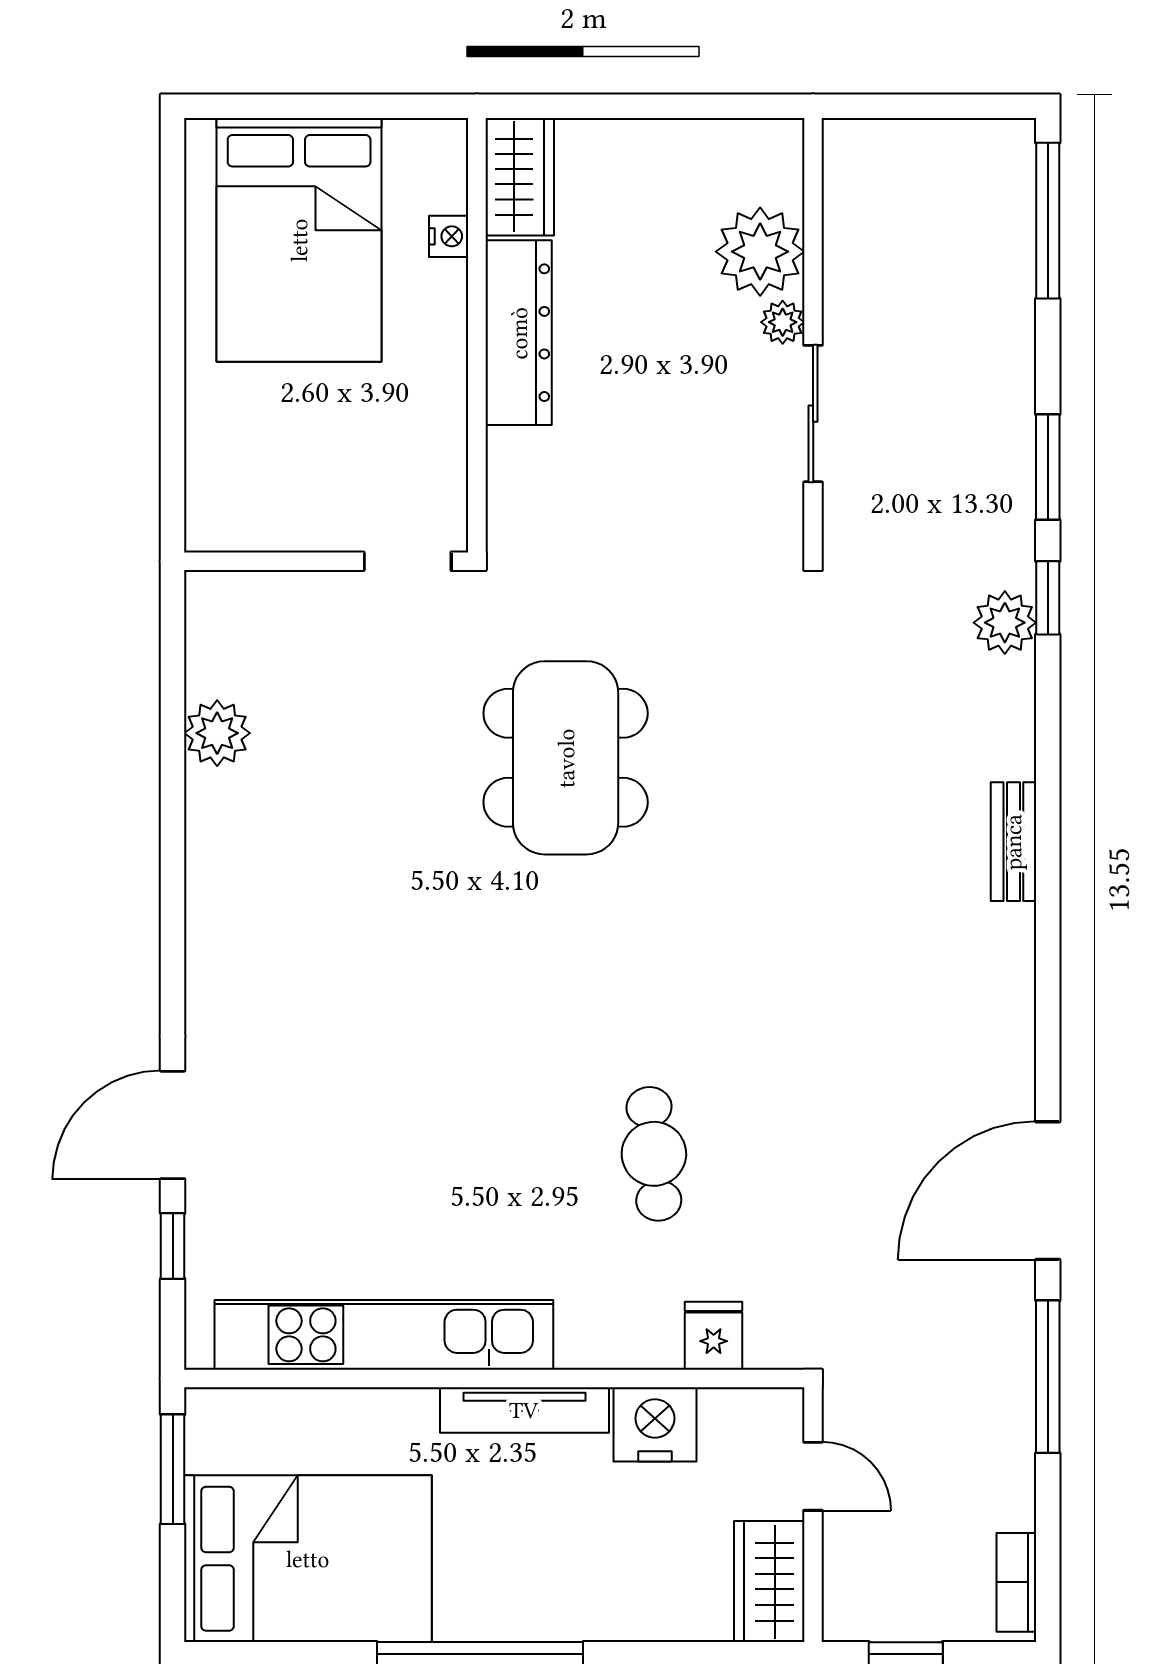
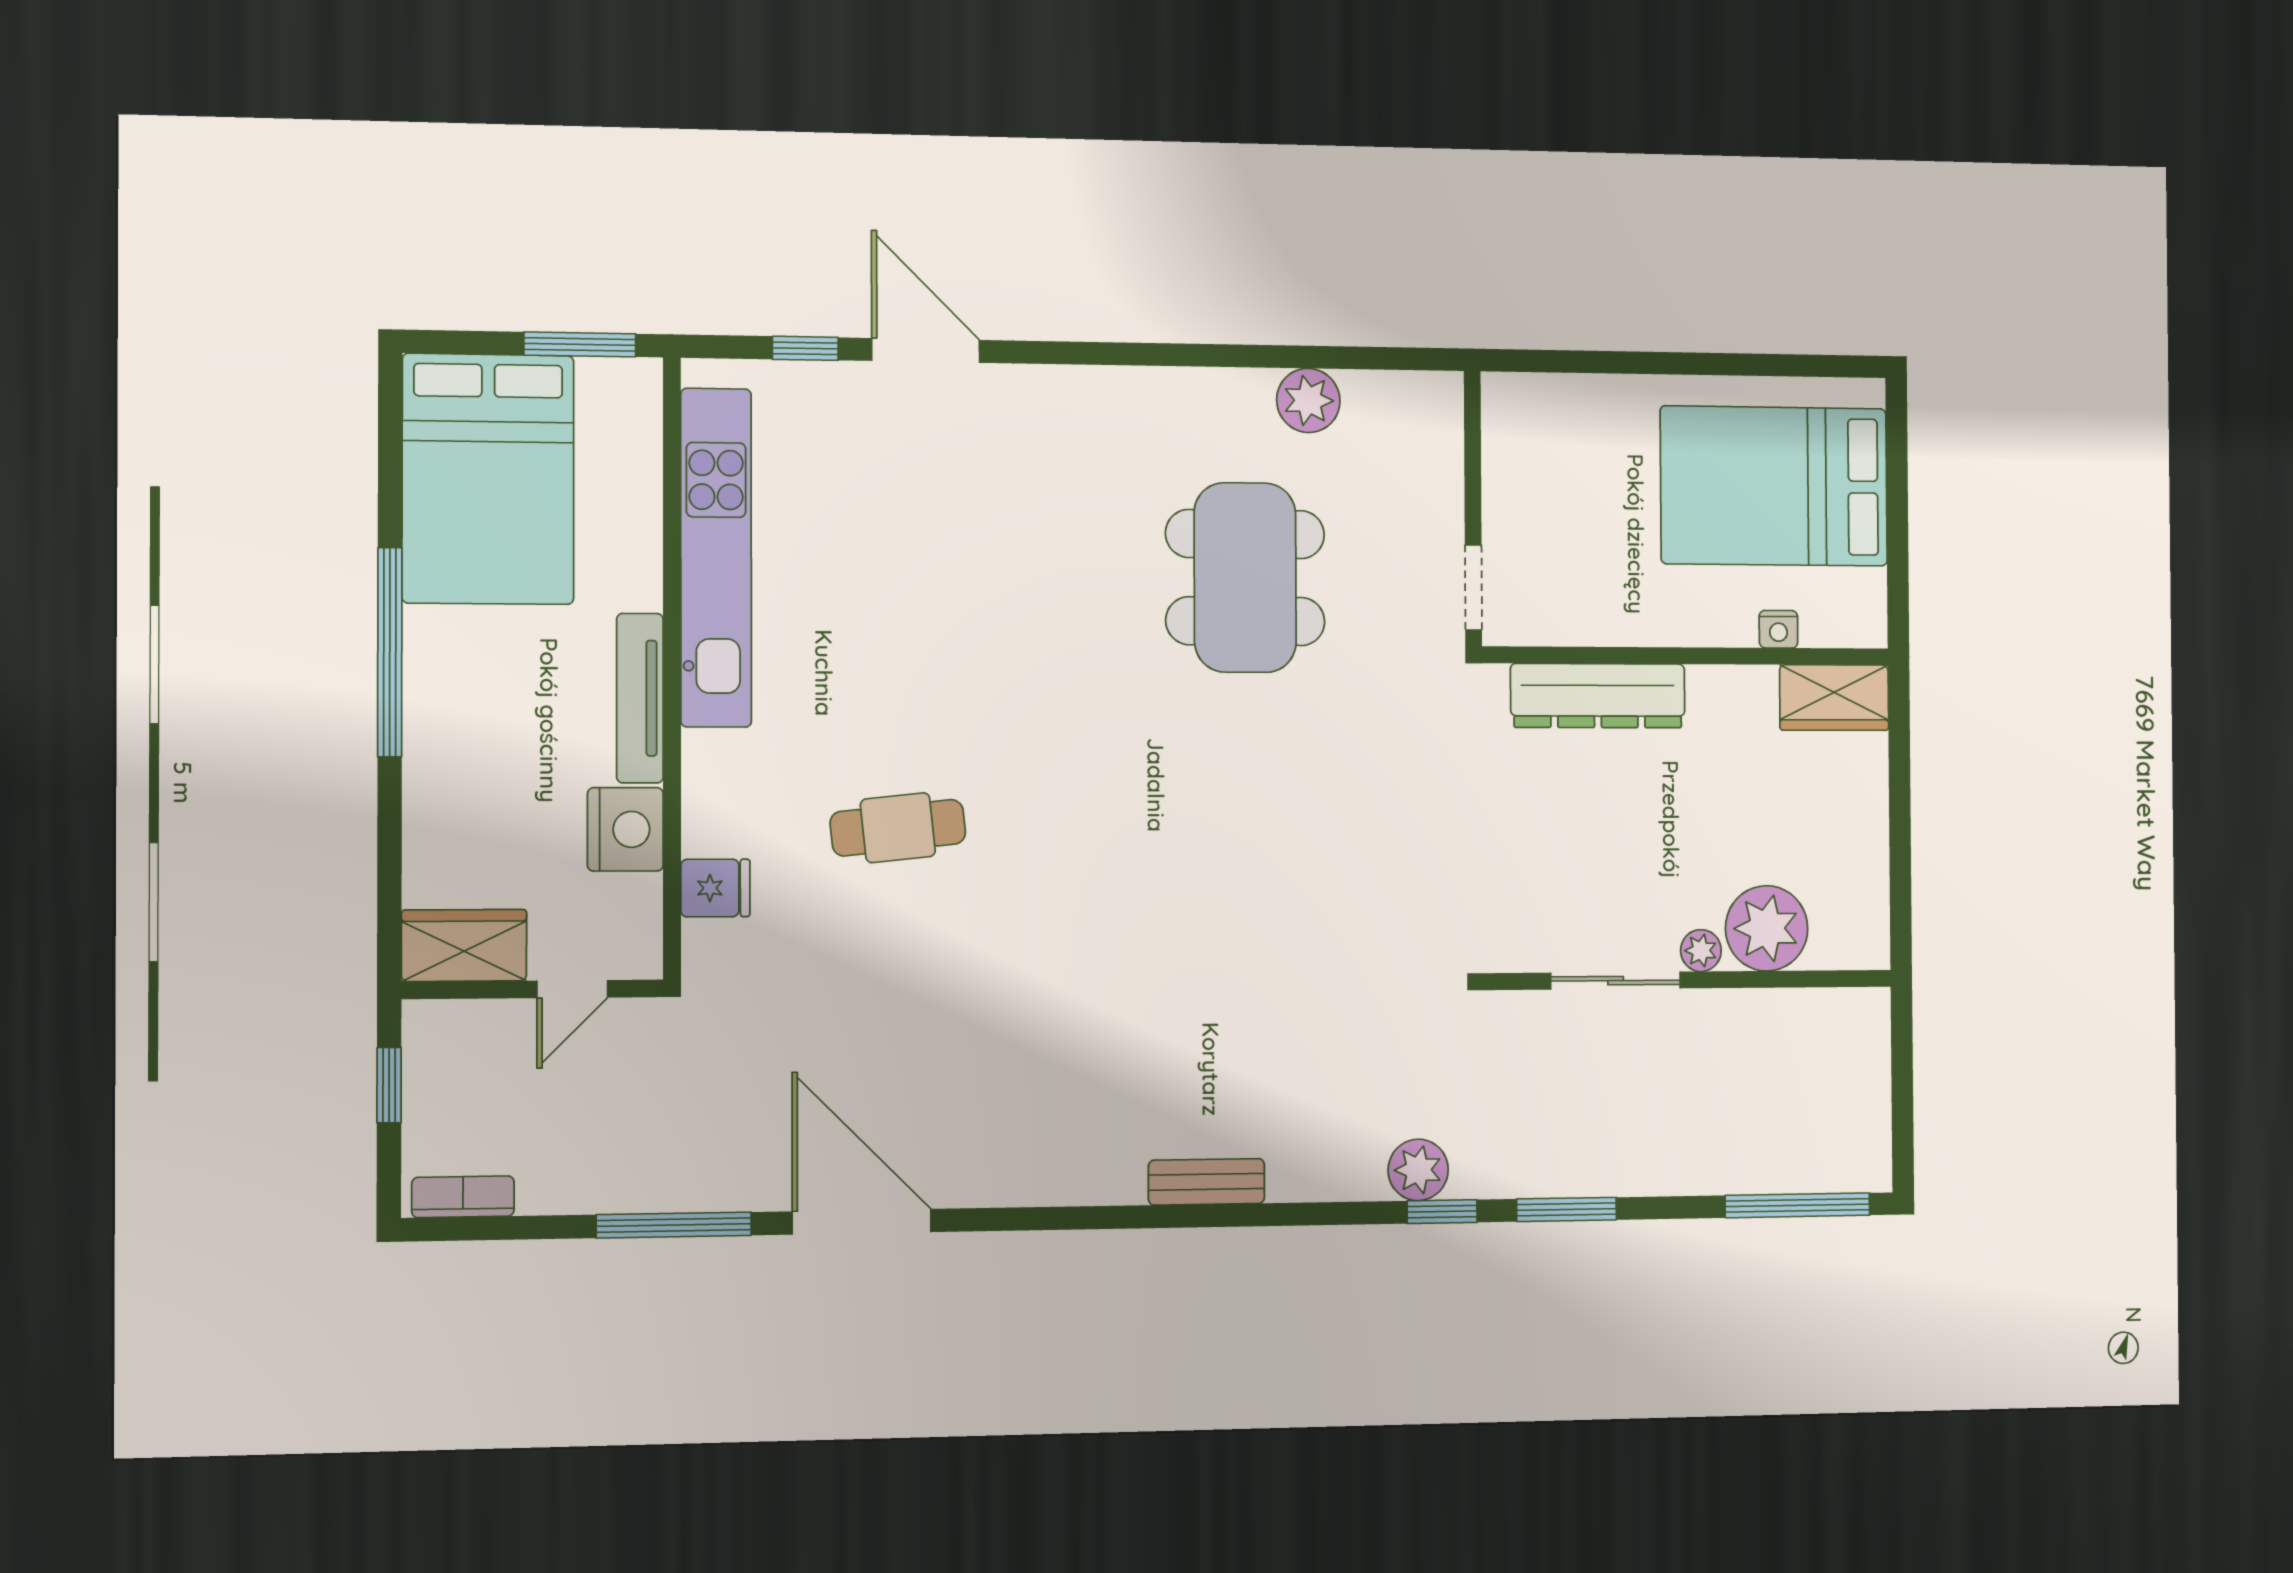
dresser: (519, 333) -> (1598, 696), moved
dining table: (566, 758) -> (1245, 578), moved, turned 90

